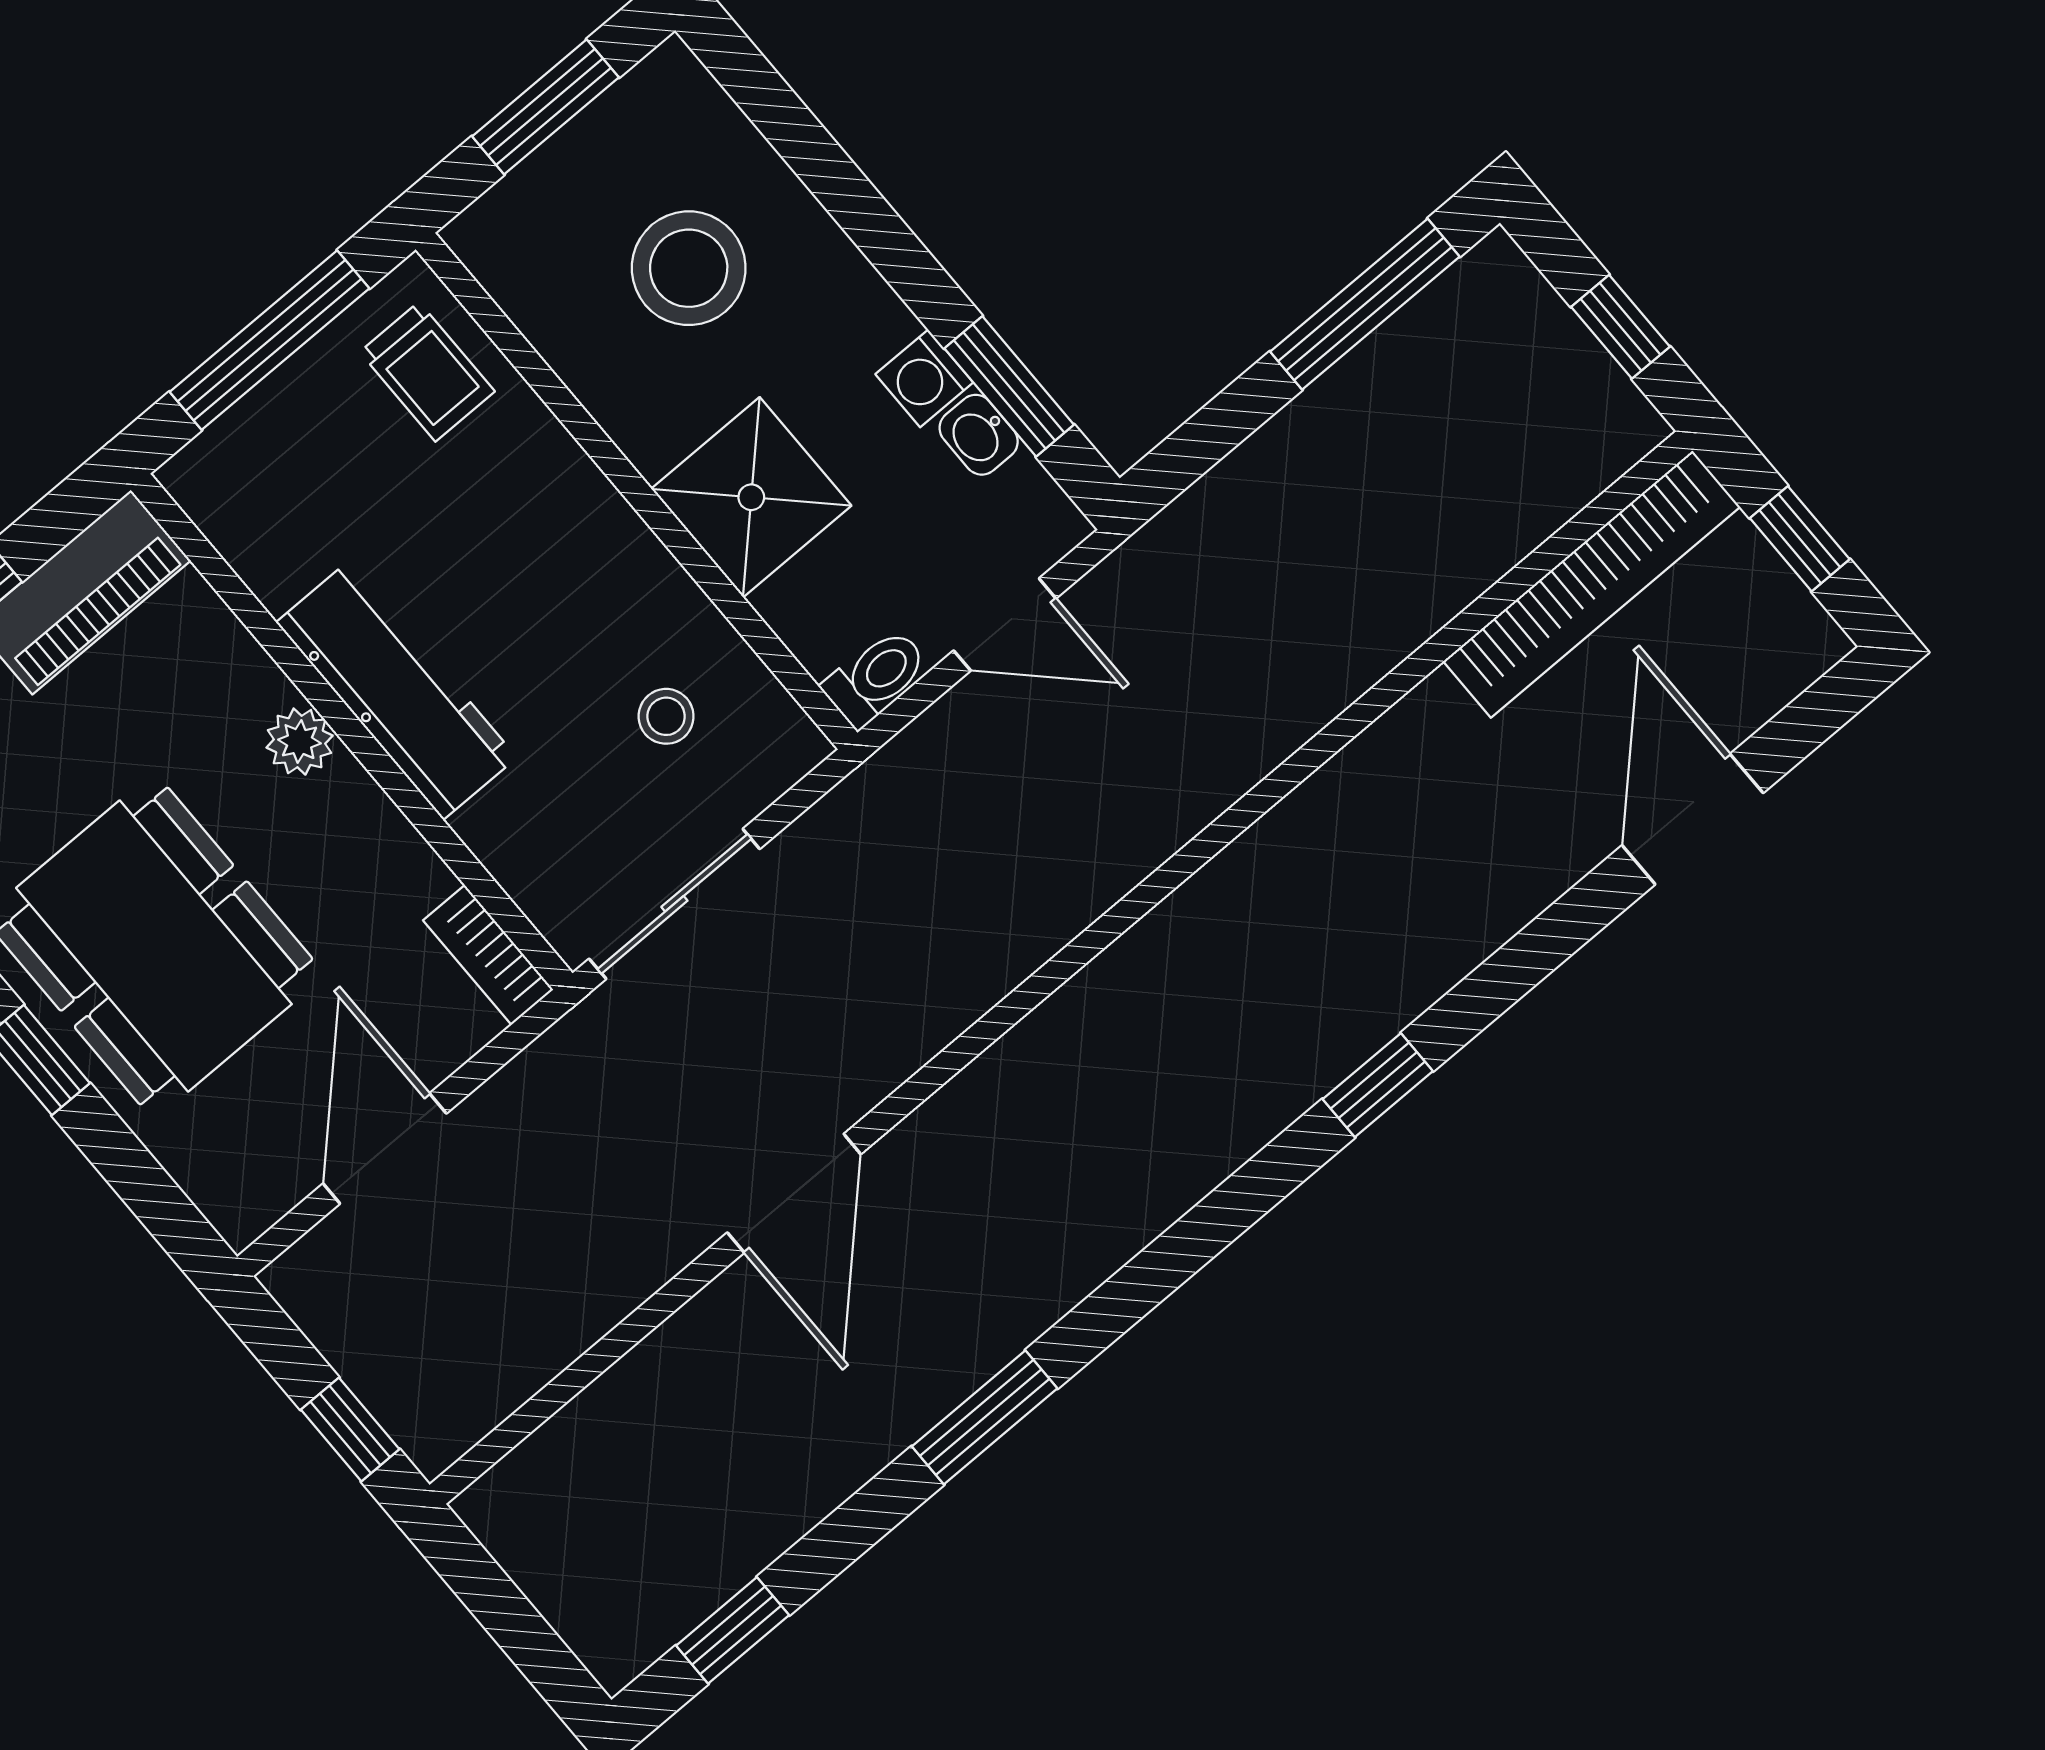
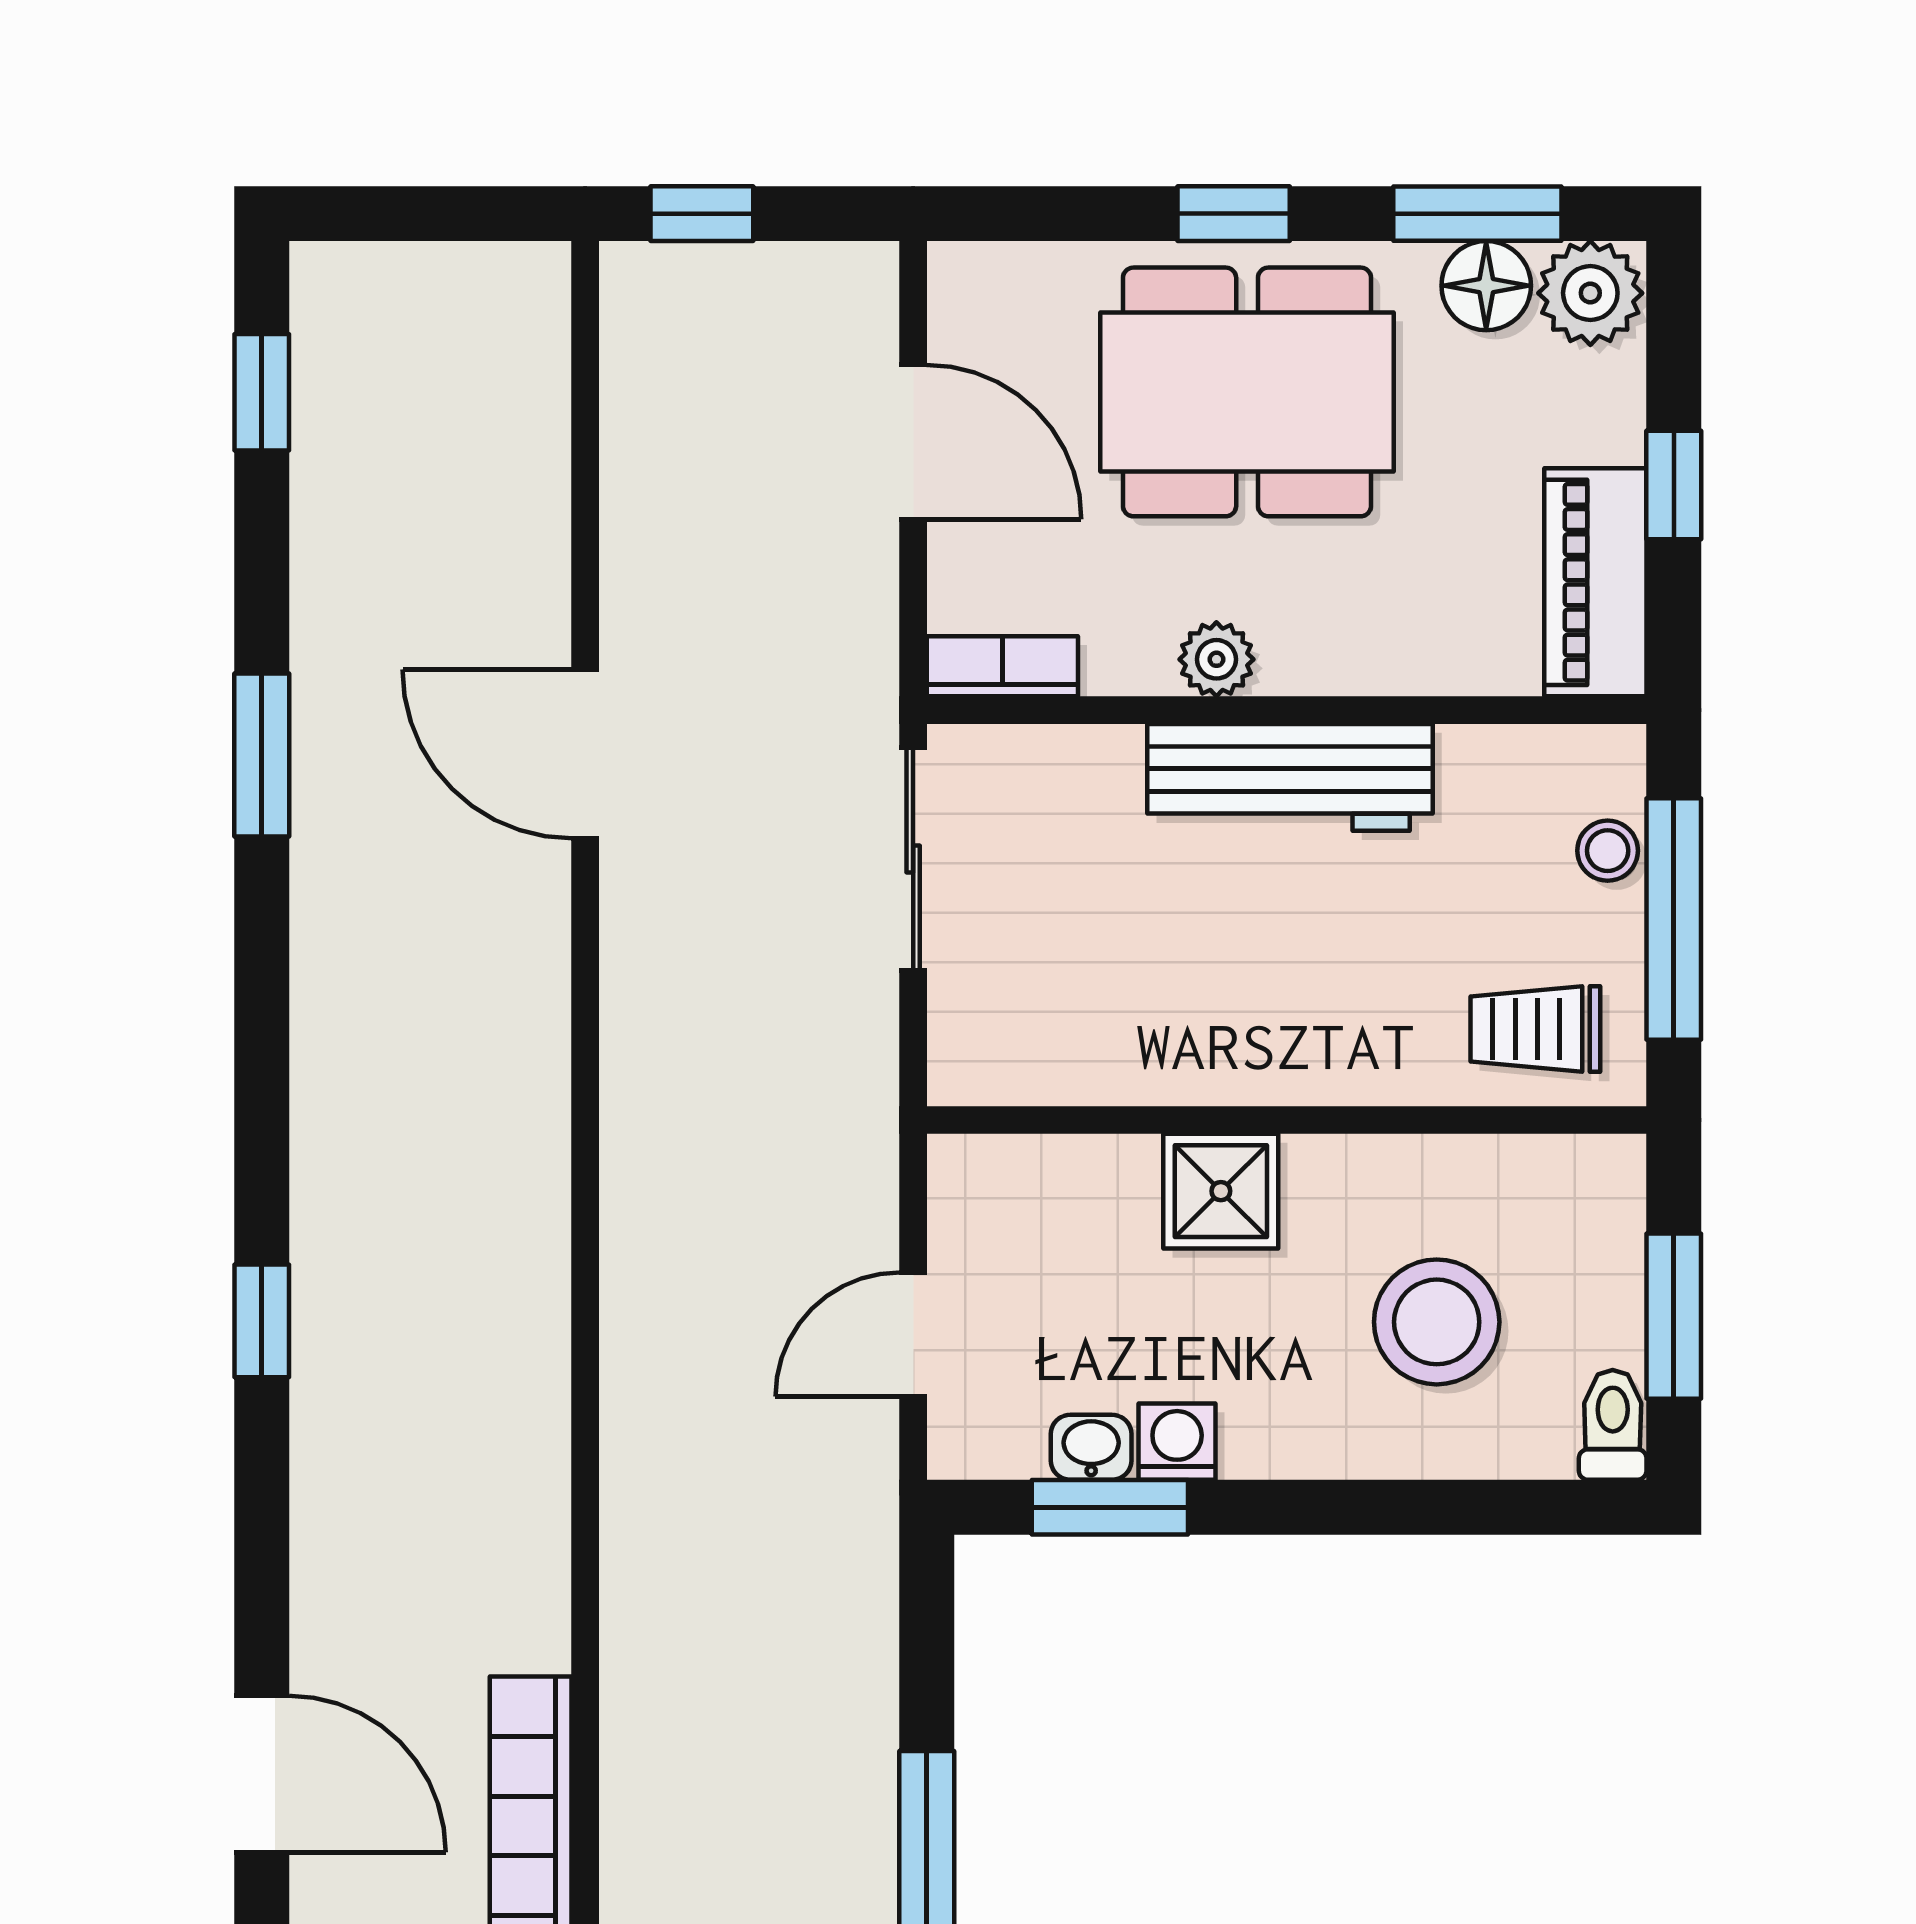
shower: (751, 497) -> (1221, 1191), width x0.73, depth x0.73
toilet: (876, 677) -> (1613, 1425), moved, turned 180
stool: (666, 716) -> (1608, 851), moved
plant: (300, 742) -> (1216, 659), moved

